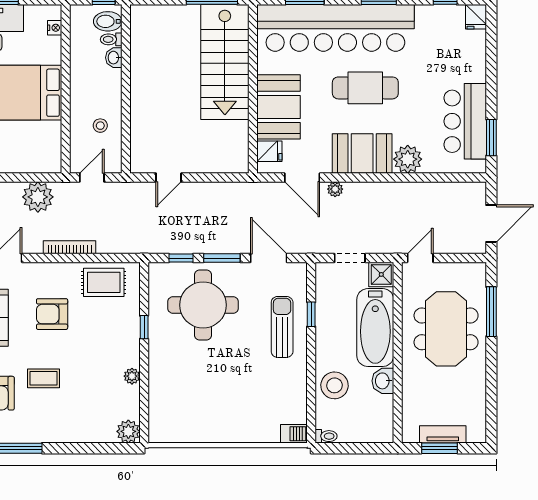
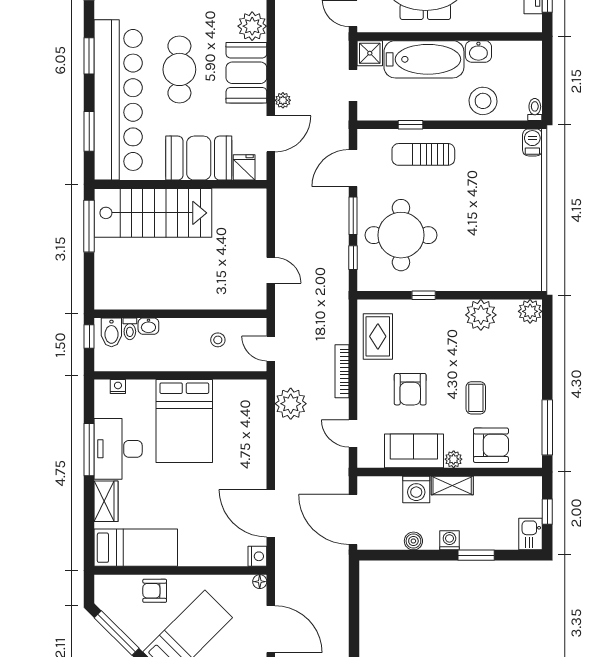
plant: (132, 376) -> (481, 315), width x1.87, depth x1.87

